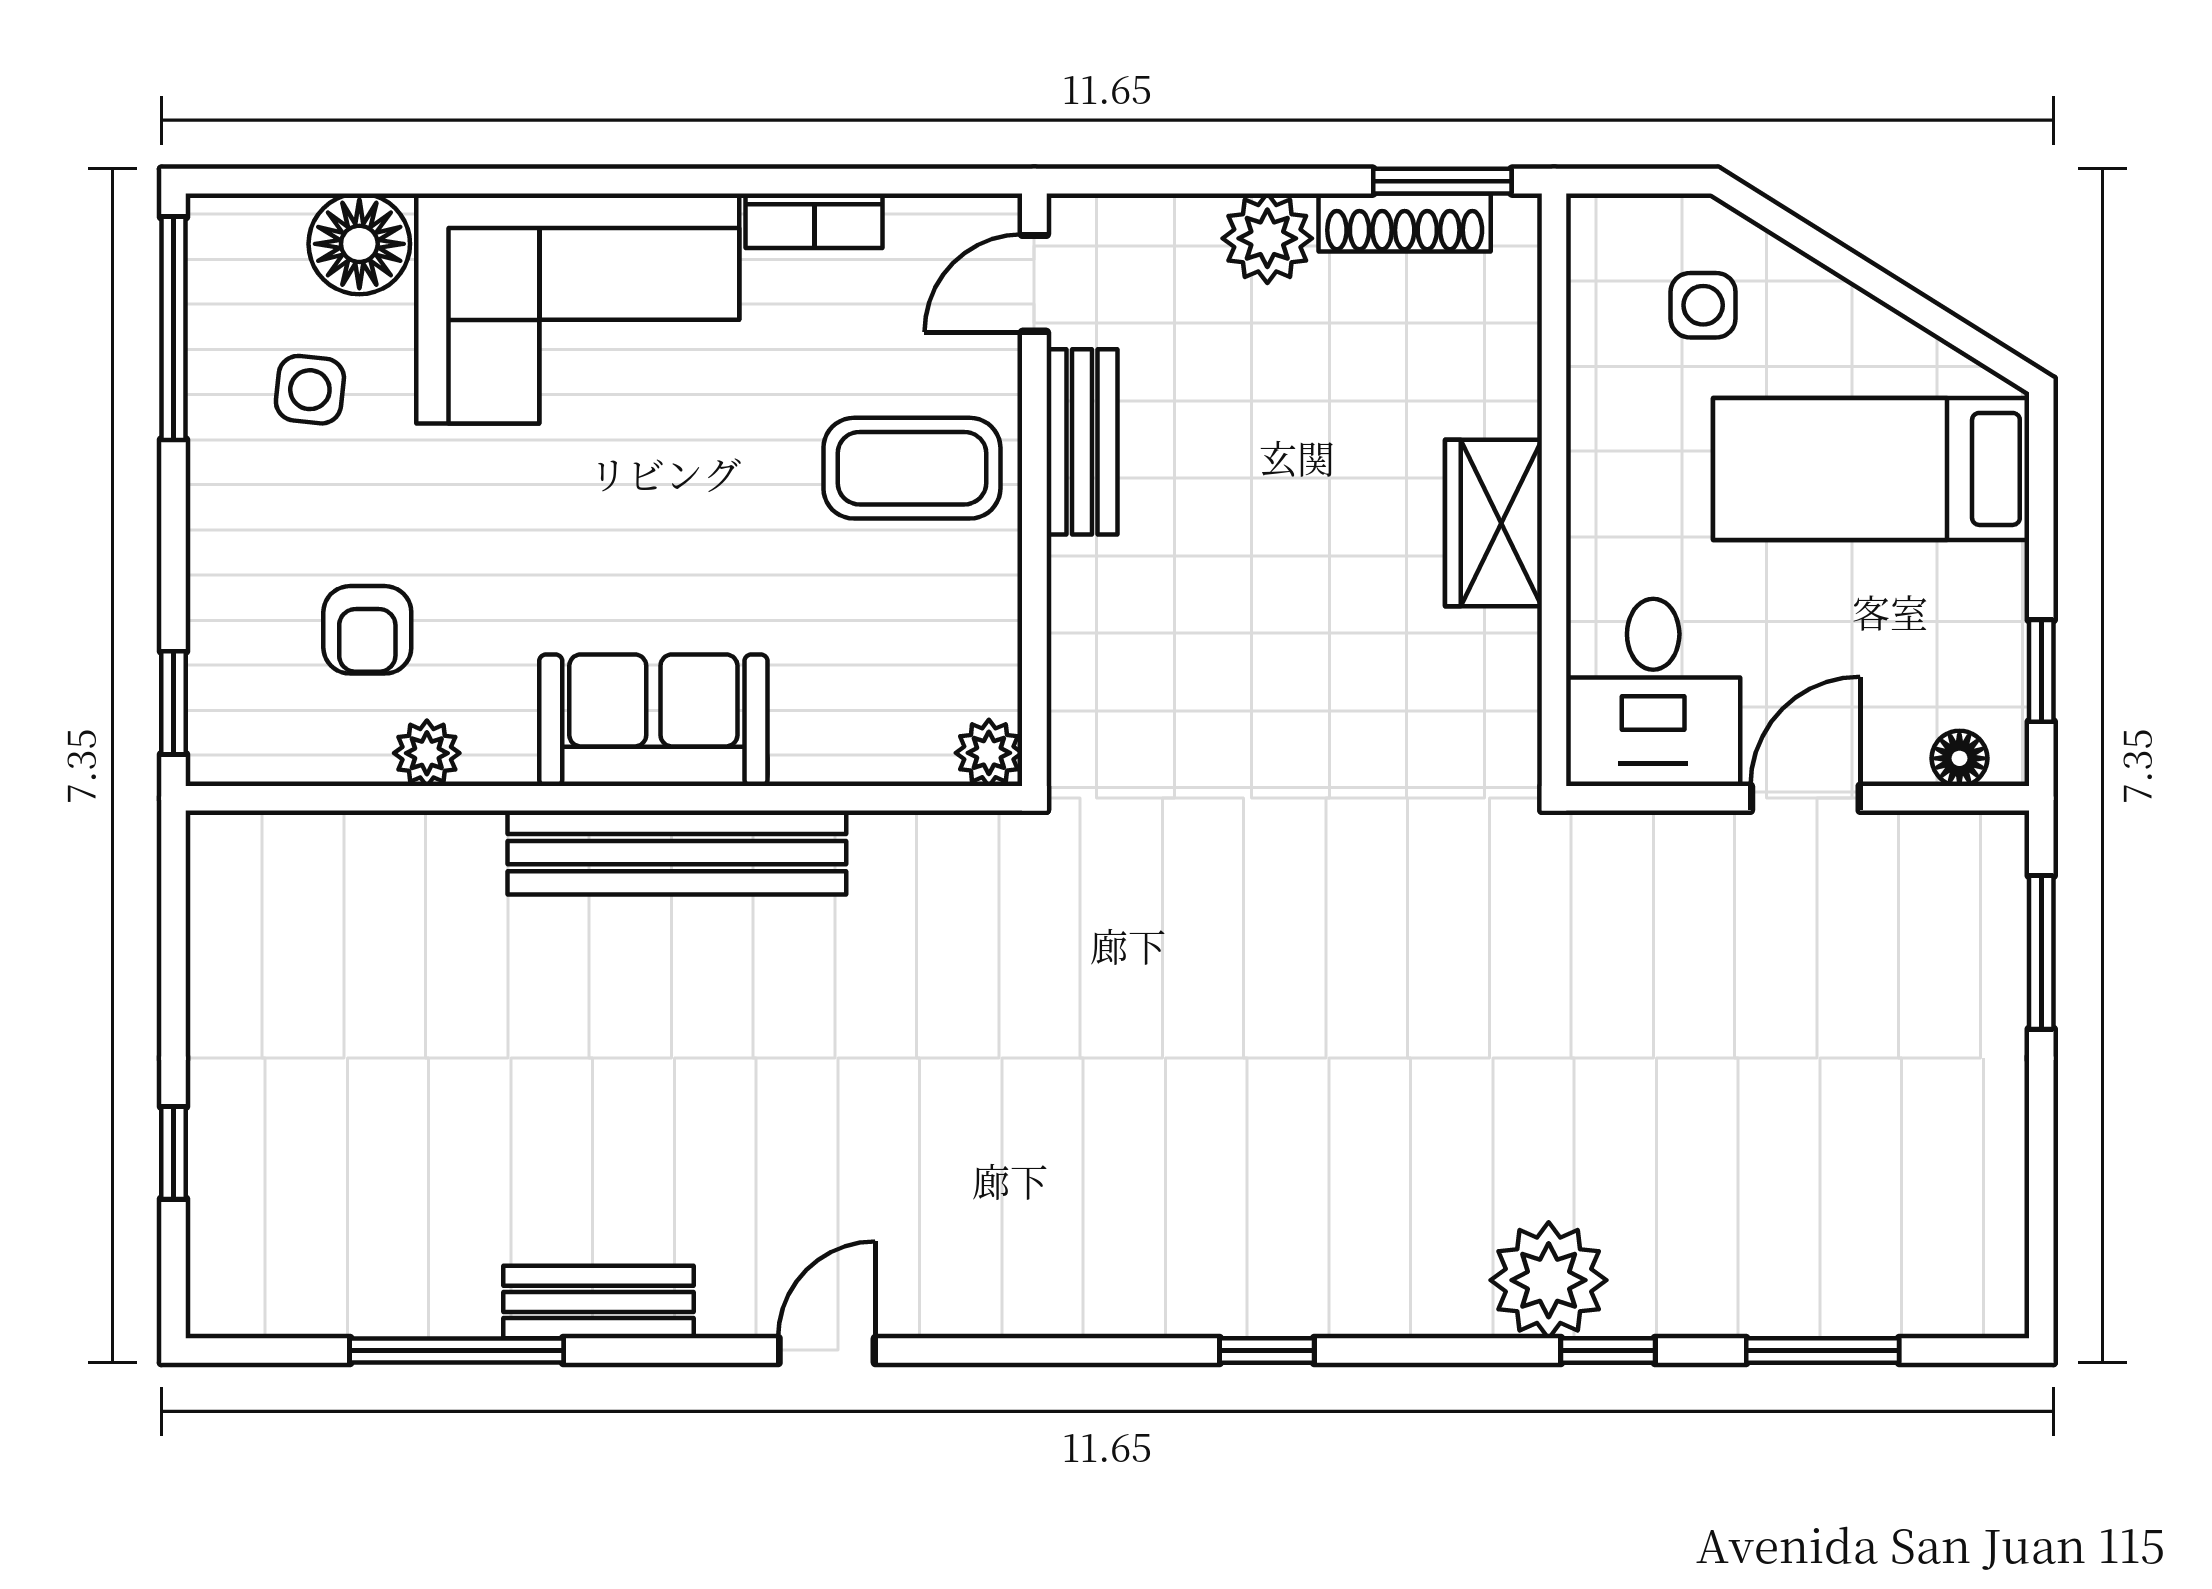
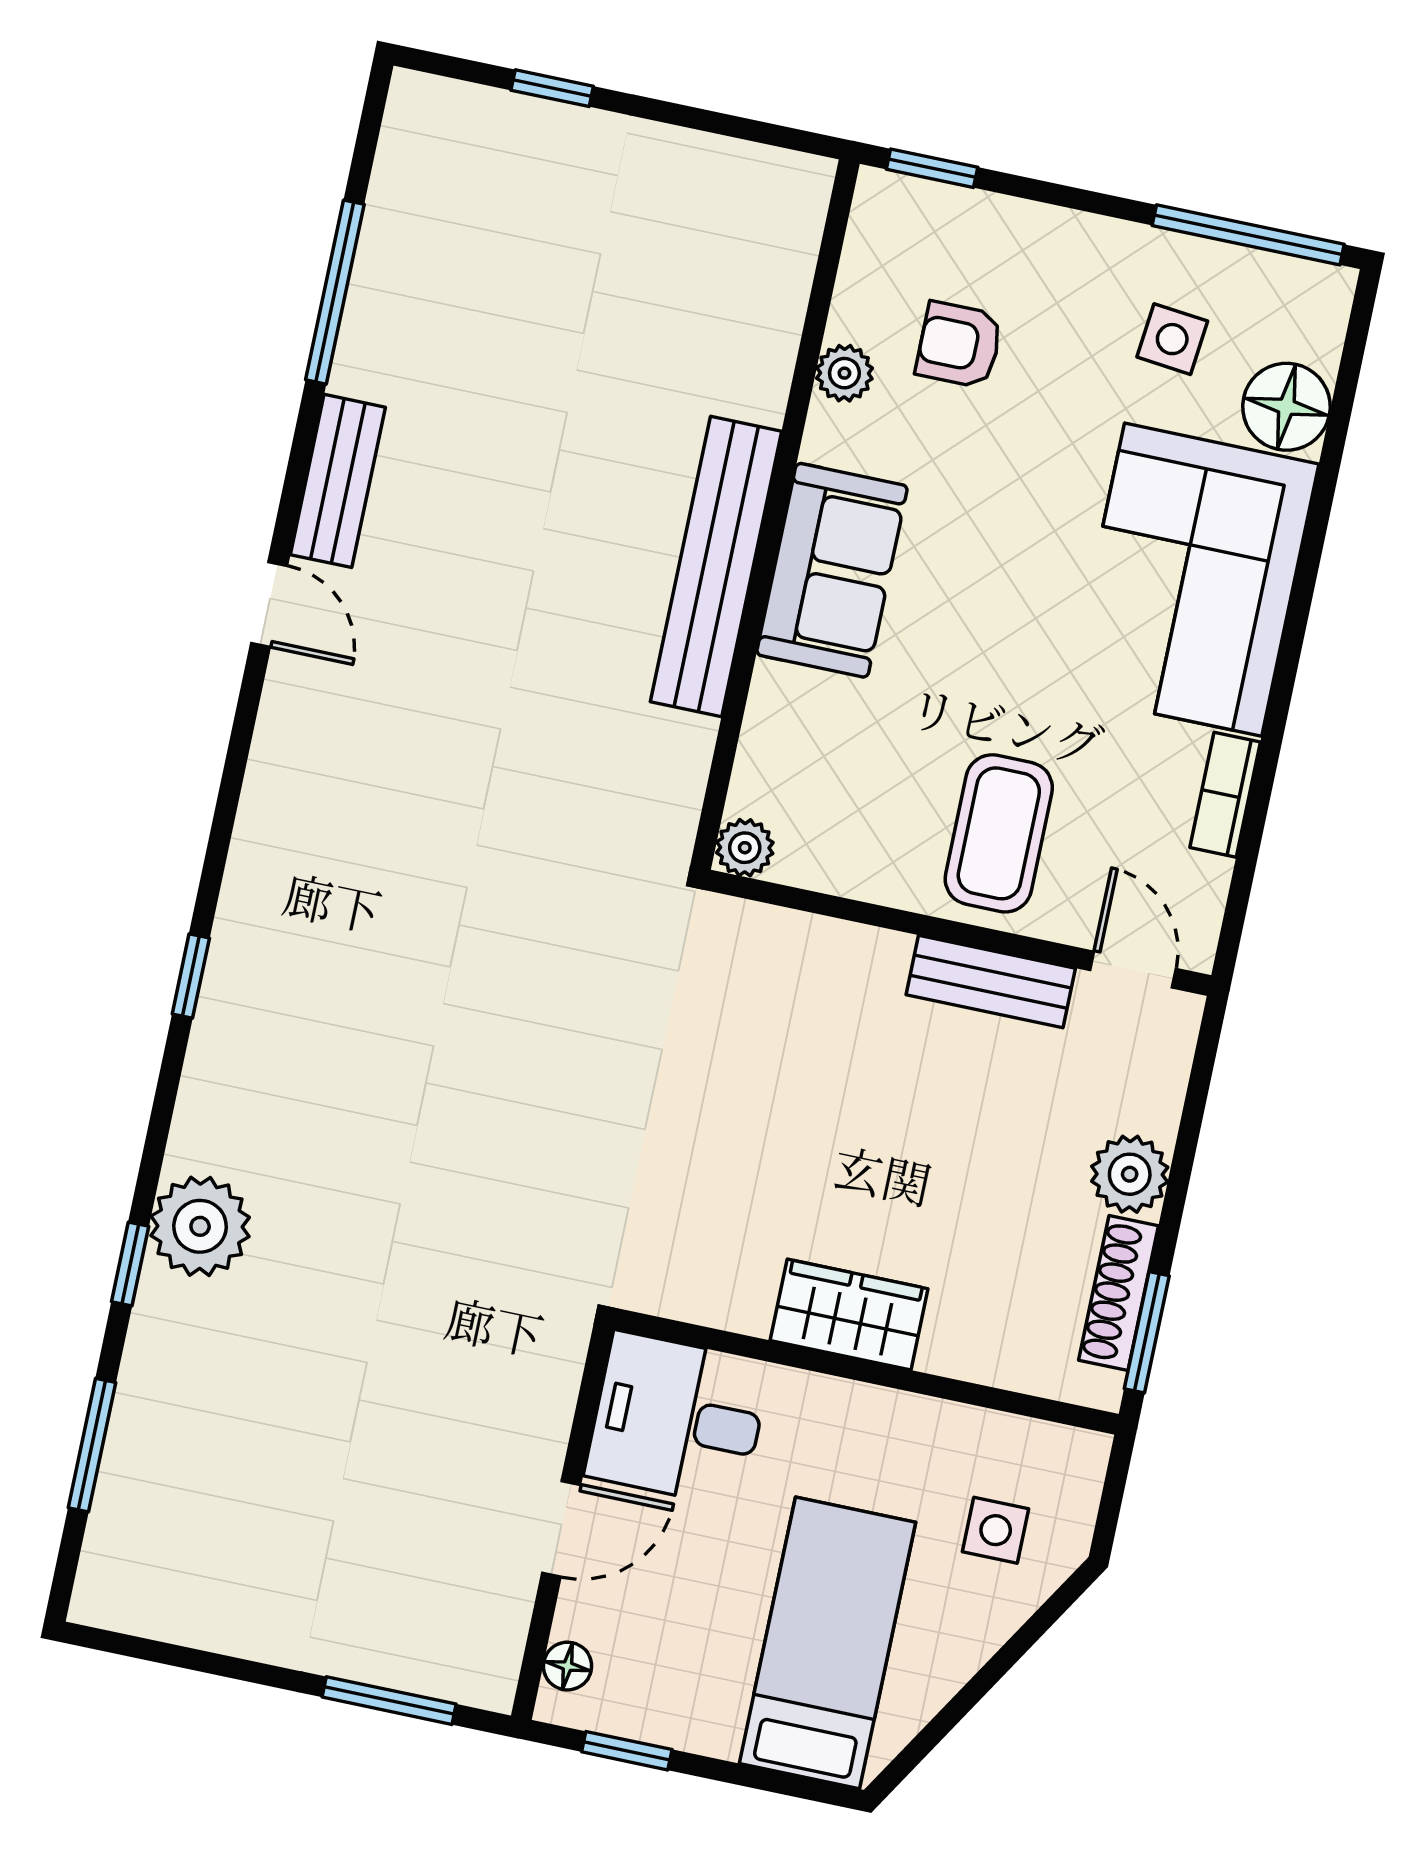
door: (1805, 798) -> (561, 1529), hinge flipped
bench: (598, 1302) -> (338, 481), moved

